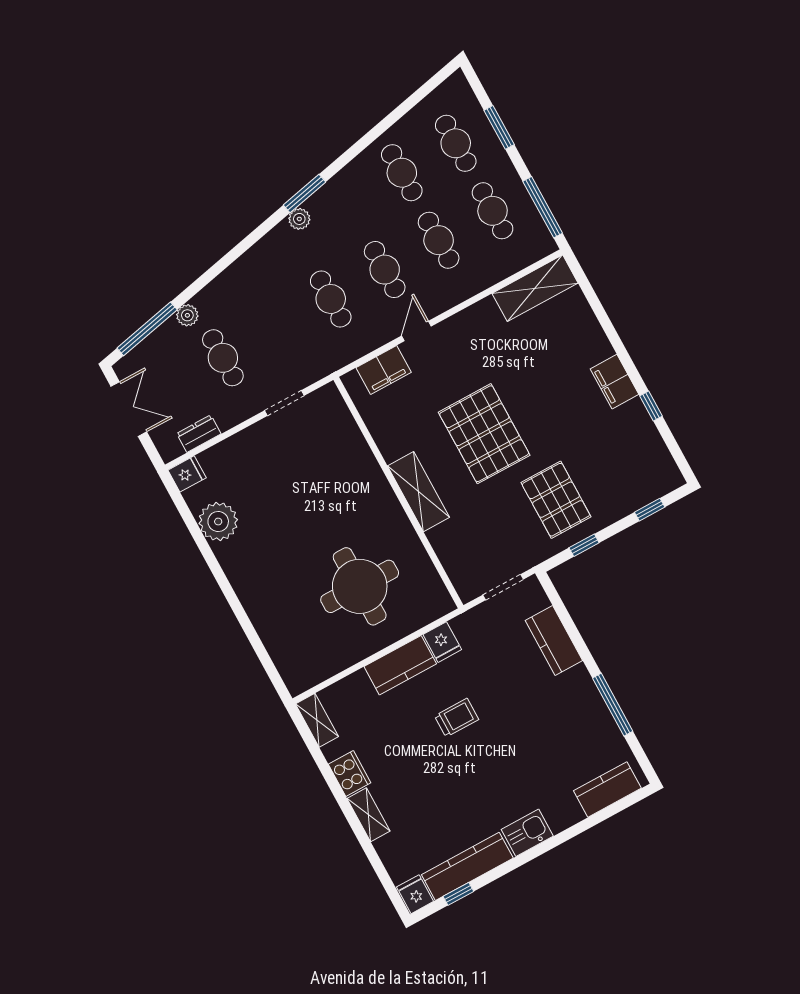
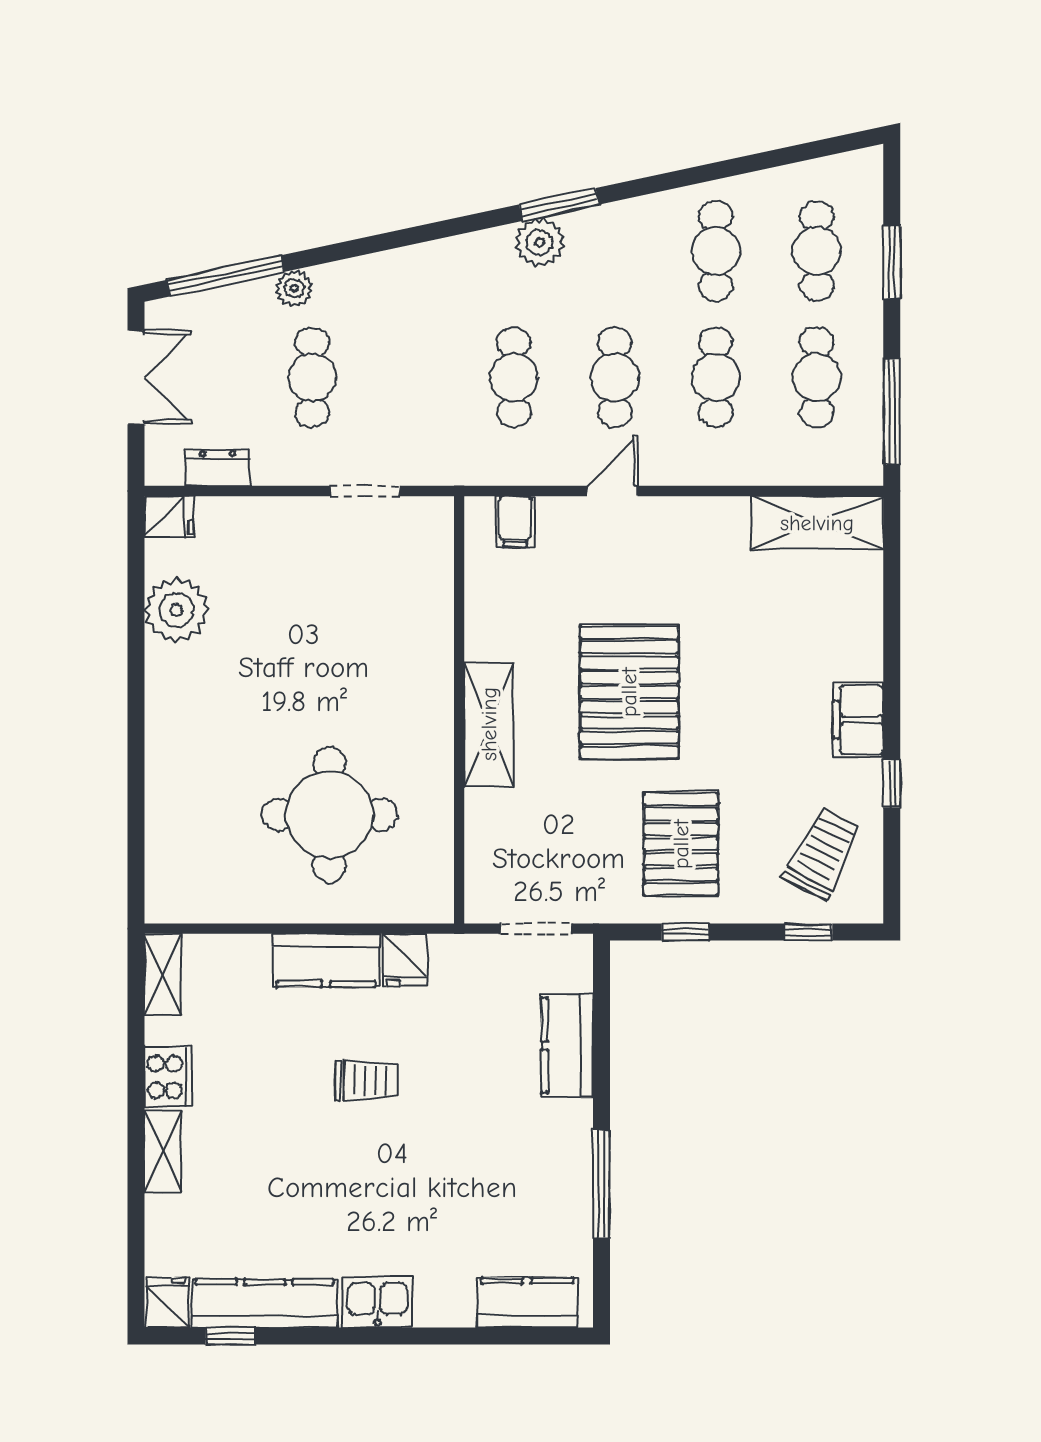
plant: (299, 219) -> (539, 242), width x1.38, depth x1.38
filing cabinet: (384, 370) -> (515, 521), width x0.50
trolley: (634, 464) -> (822, 854), added

